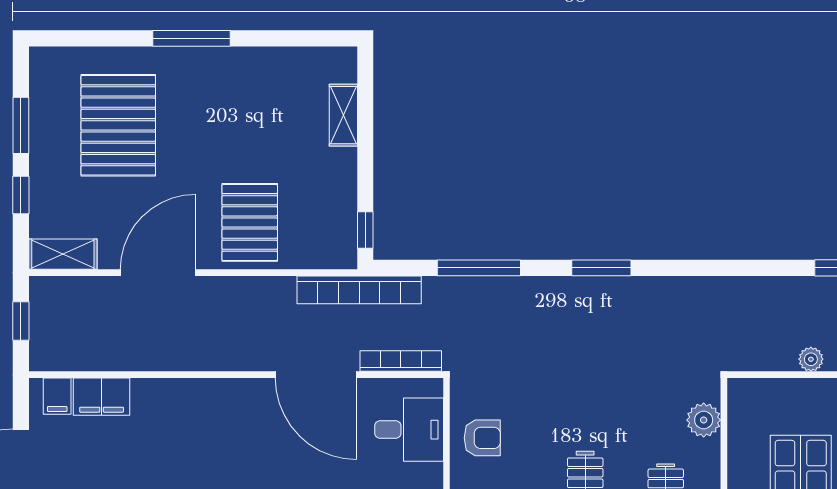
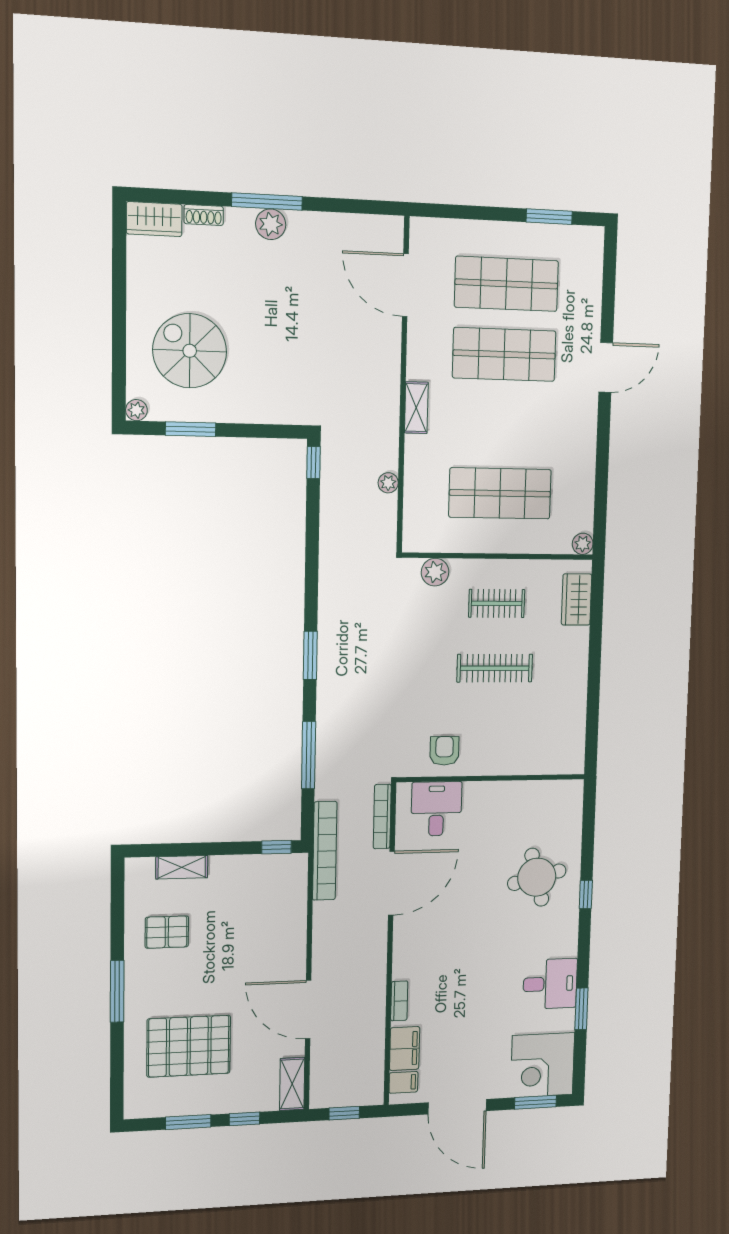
pallet: (250, 222) -> (167, 932), moved, width x0.67, depth x0.71
bookcase: (164, 388) -> (399, 1001), added

